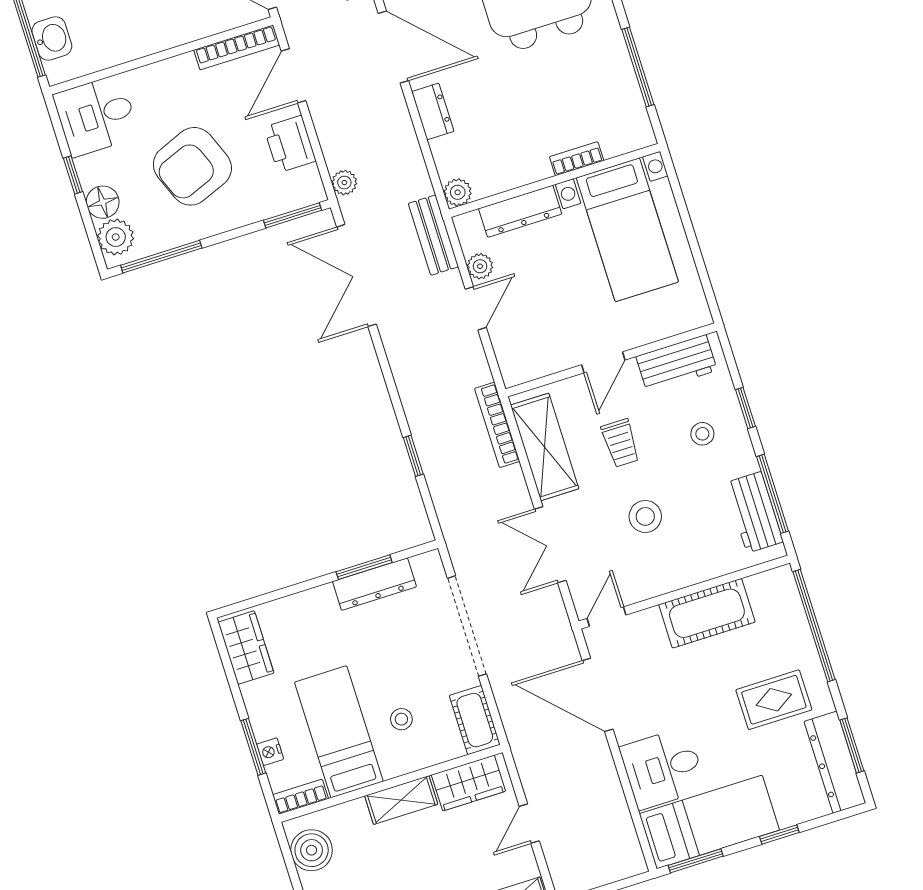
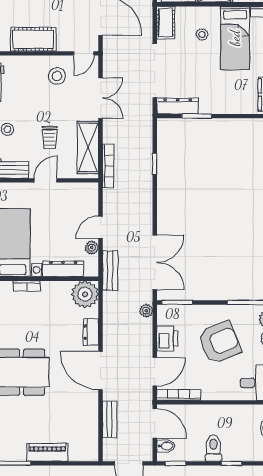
plant: (458, 192) -> (85, 294), width x1.88, depth x1.88
trolley: (620, 443) -> (50, 138), turned 180
stool: (645, 516) -> (57, 76), moved
dresser: (374, 584) -> (178, 106), moved

